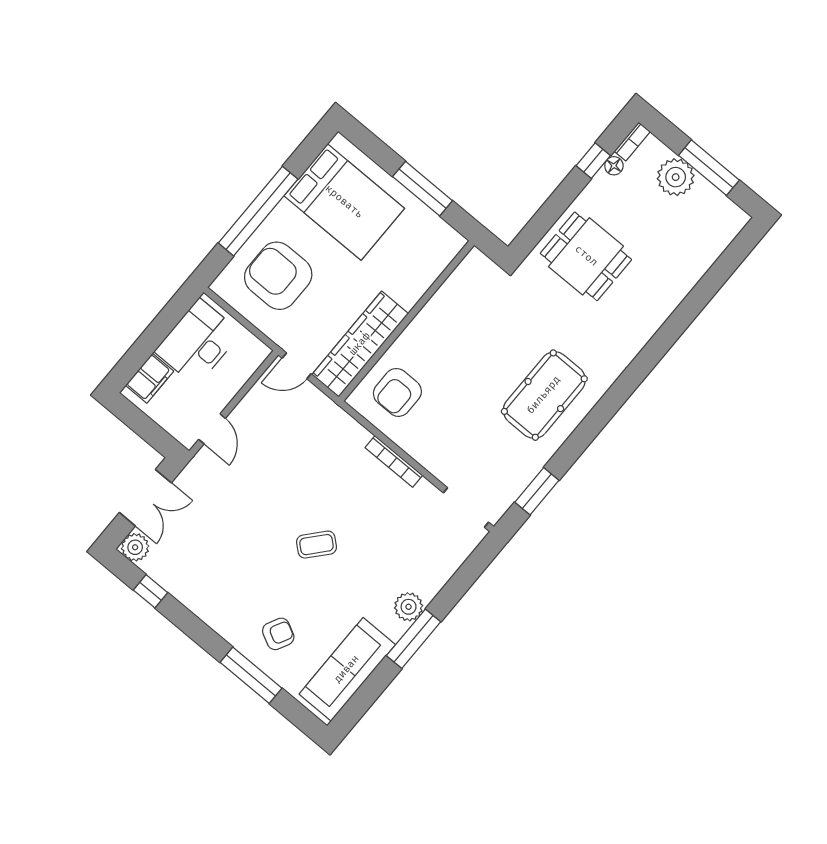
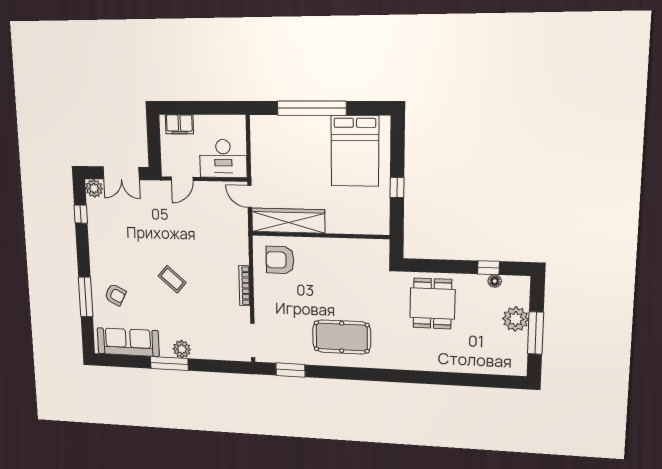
bookcase: (632, 142) -> (517, 281), removed
window: (423, 189) -> (397, 187), width x0.46
armchair: (278, 276) -> (287, 148), removed
desk: (198, 342) -> (223, 158), moved, turned 180

